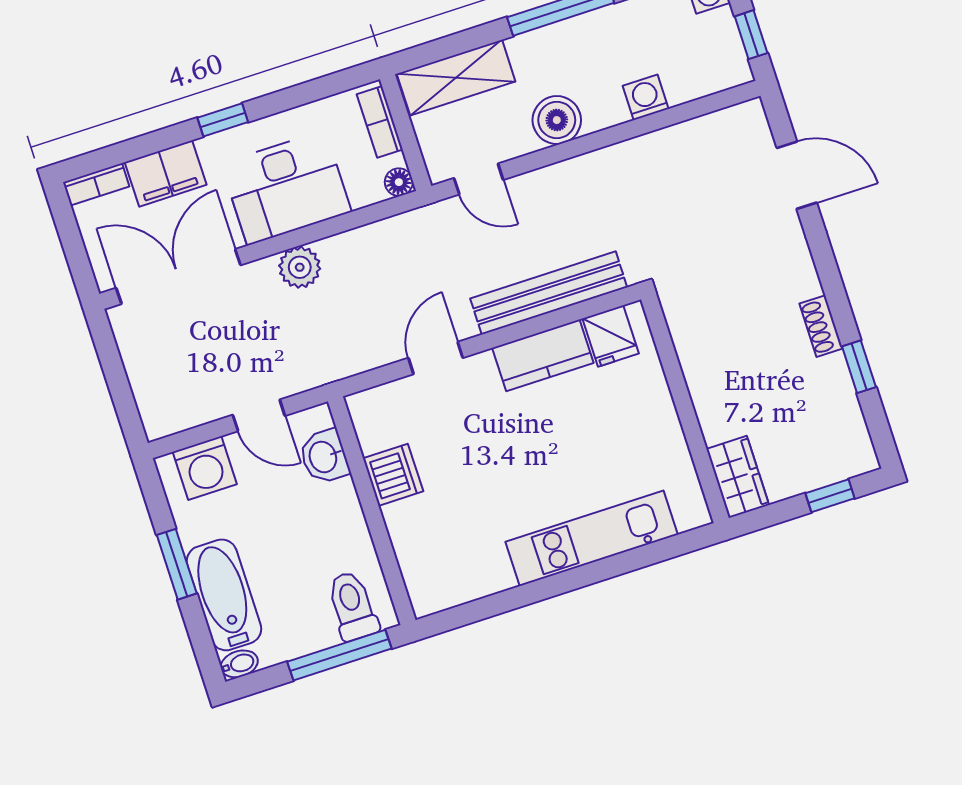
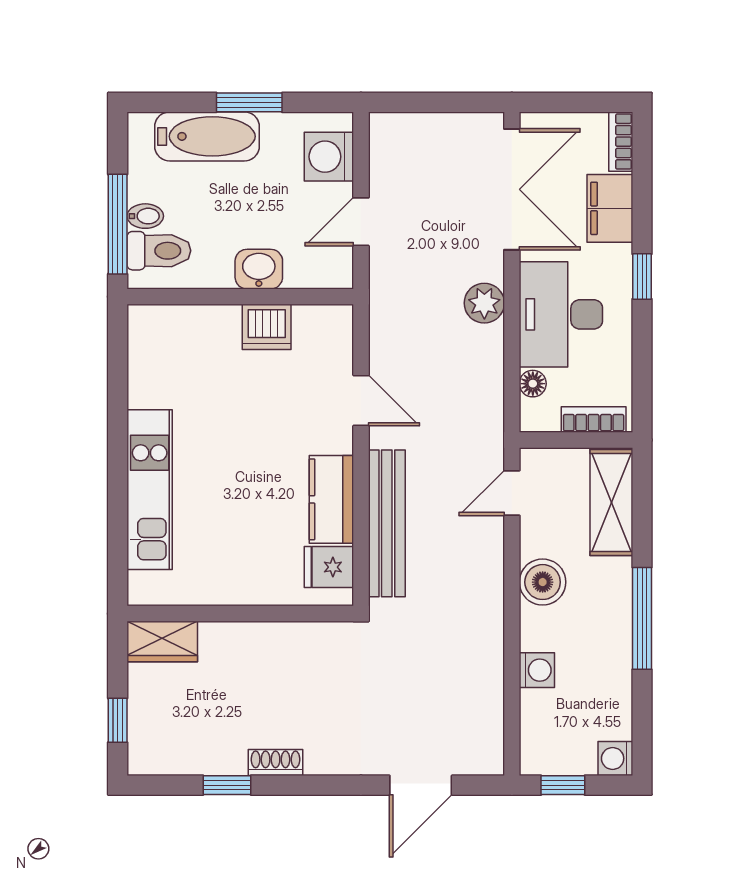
floor lamp: (399, 182) -> (533, 384), moved
washbasin: (324, 457) -> (259, 269), moved
bidet: (239, 664) -> (145, 216), moved, turned -90

